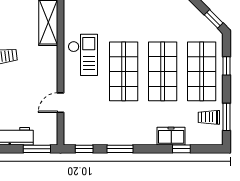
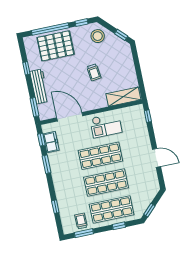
door: (61, 103) -> (70, 117), width x1.87
freezer: (171, 136) -> (51, 142), moved

